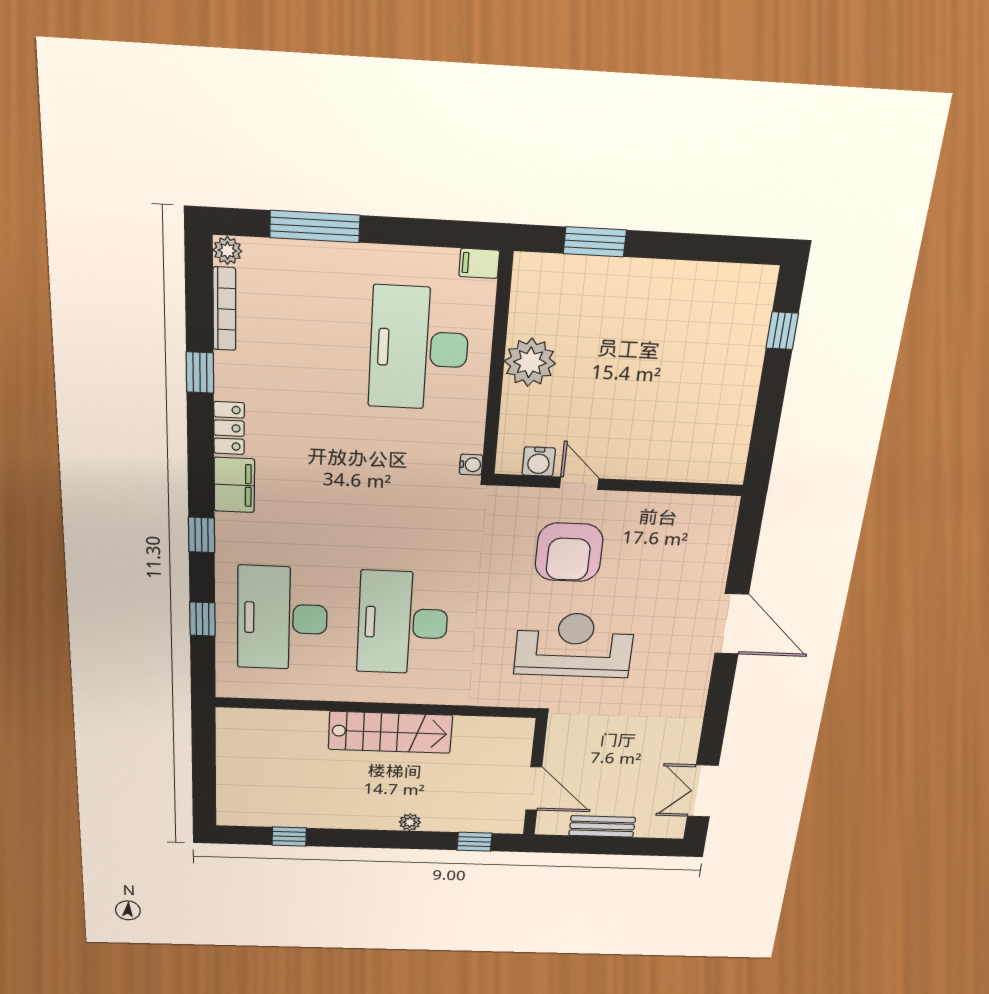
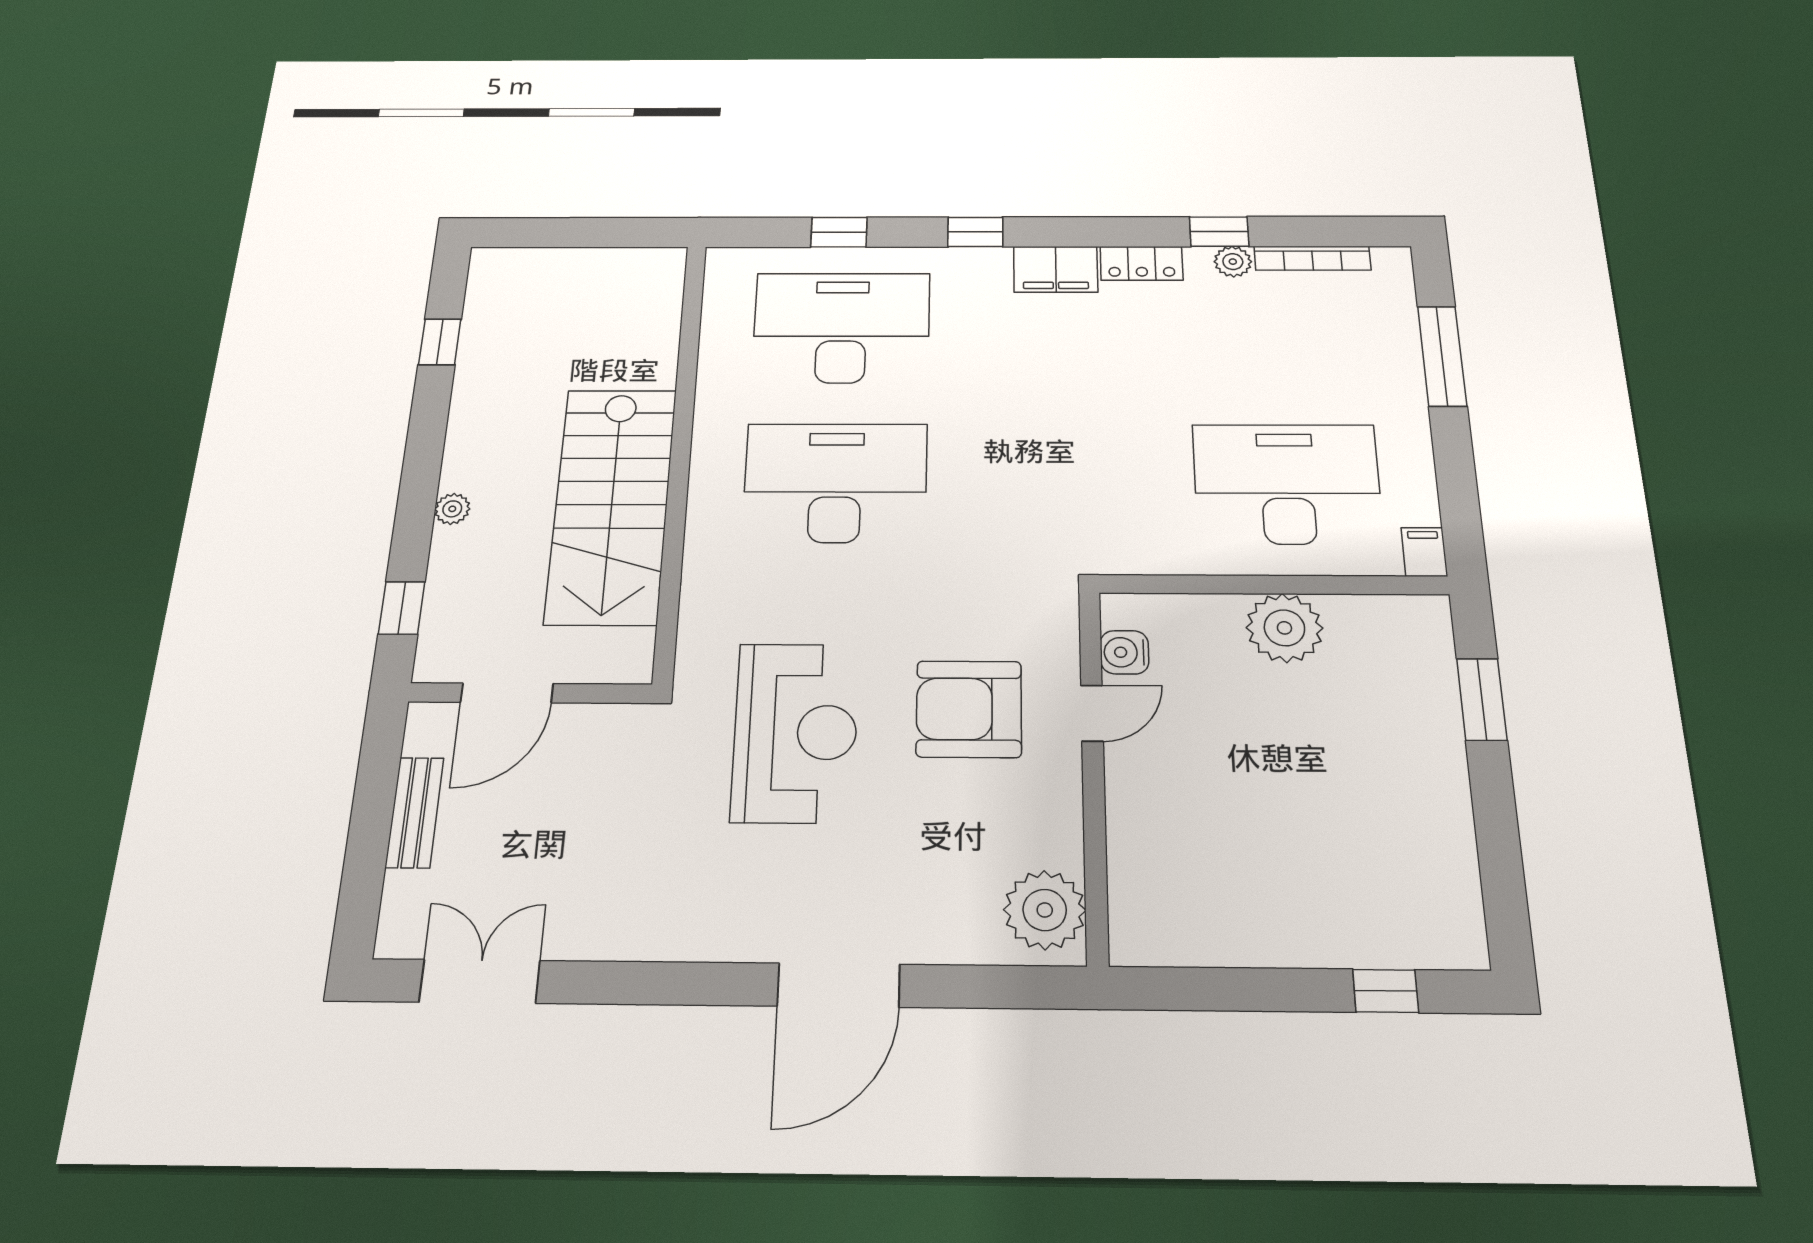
plant: (227, 251) -> (1233, 262), moved
water cooler: (471, 465) -> (1111, 560), removed
plant: (703, 517) -> (1045, 910), added
stairs: (390, 732) -> (612, 505), width x1.36, depth x1.51

